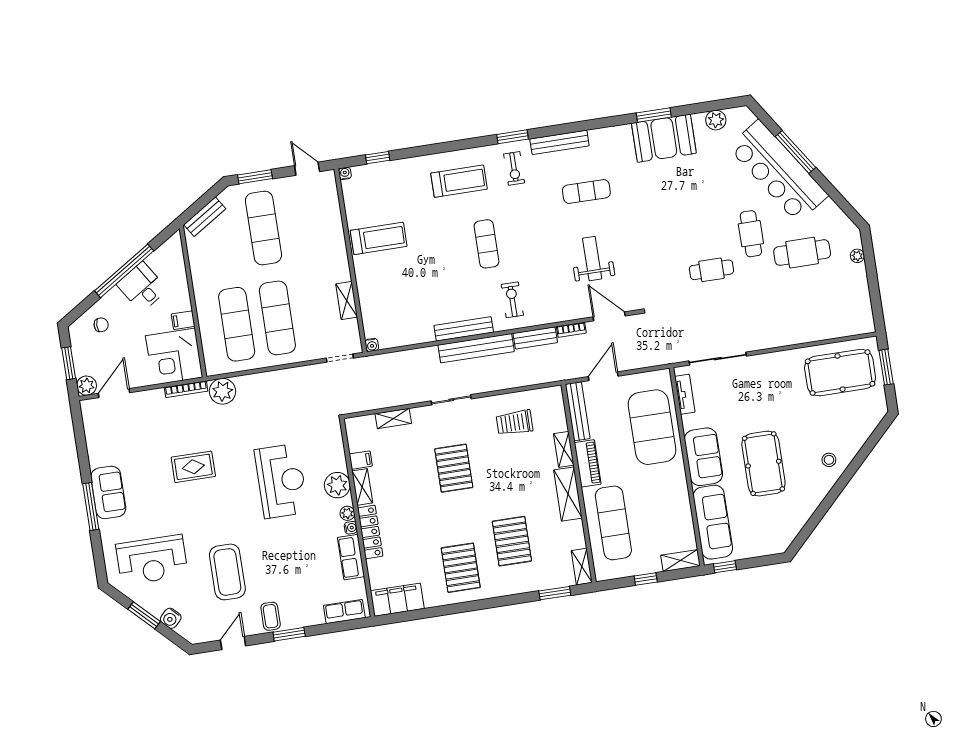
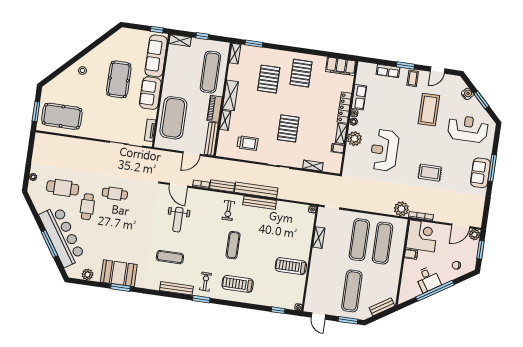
row of seats: (344, 612) -> (388, 71), moved

